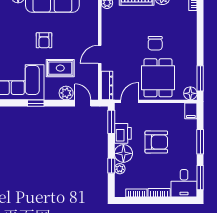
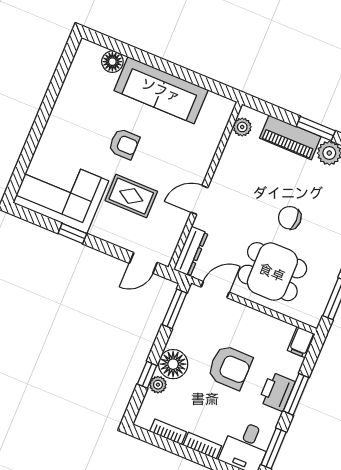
armchair: (44, 40) -> (124, 144), turned -90
chair: (155, 43) -> (290, 218), turned 90
dining table: (158, 78) -> (272, 272), turned 90
plant: (66, 93) -> (124, 237), removed
floor lamp: (190, 93) -> (311, 315), removed
door: (83, 103) -> (143, 263), swing flipped
printer: (123, 133) -> (277, 392), moved, turned 180

